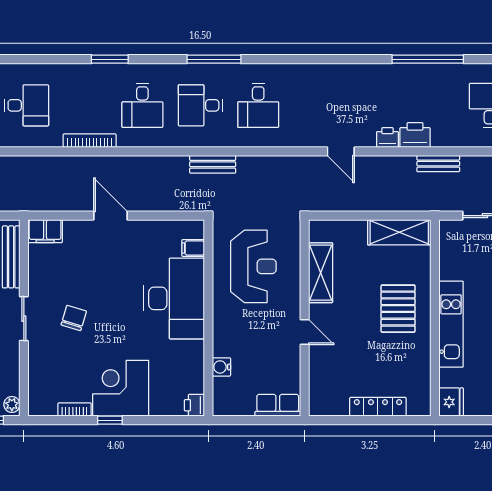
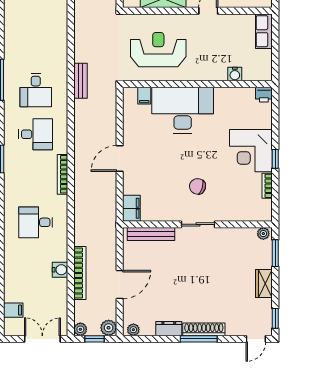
desk: (27, 105) -> (36, 222), turned -90
desk: (258, 105) -> (36, 46), removed

